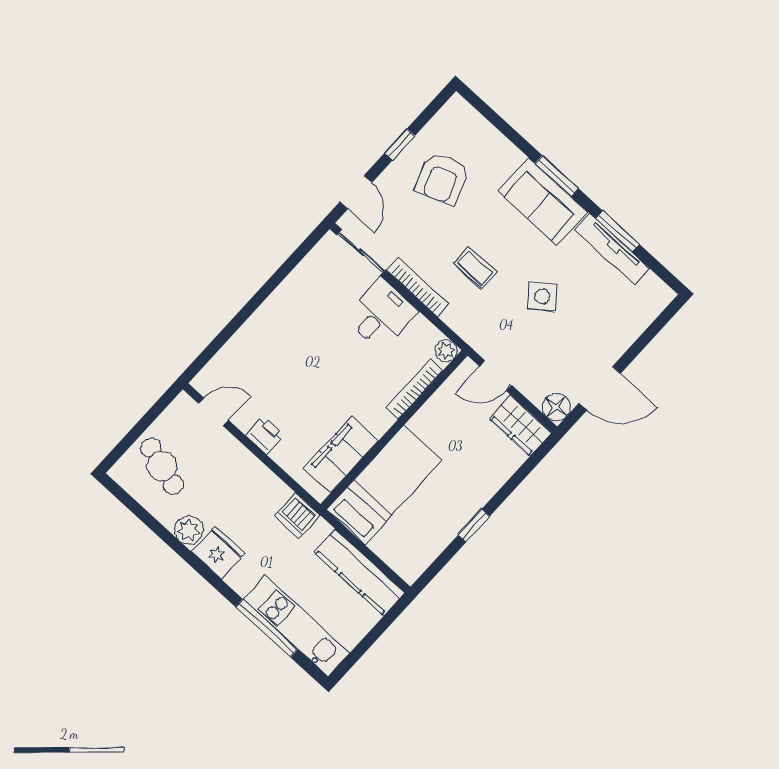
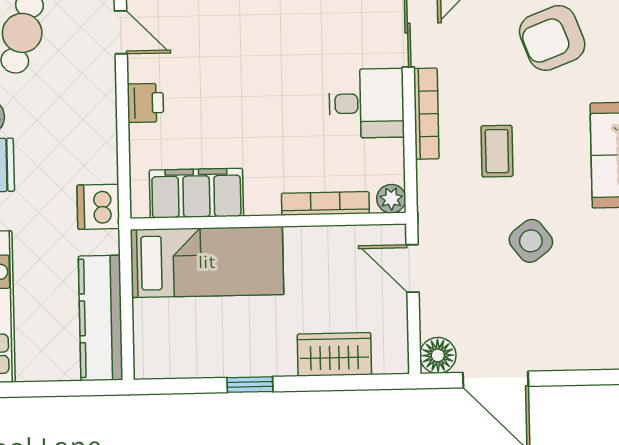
wardrobe: (520, 426) -> (334, 354), moved, turned 90

